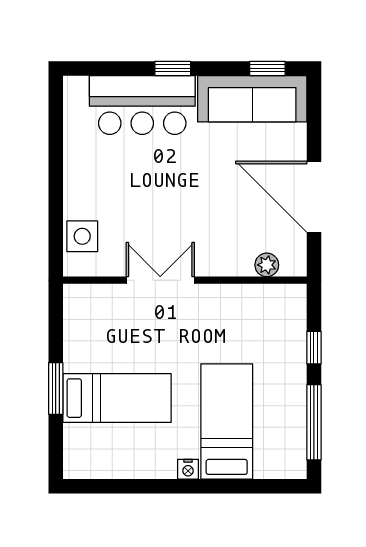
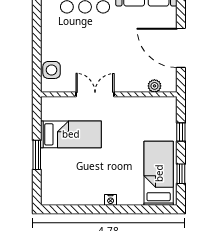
bed: (117, 398) -> (71, 134), moved
bed: (227, 421) -> (159, 173), moved
window: (314, 422) -> (181, 174), width x0.46

